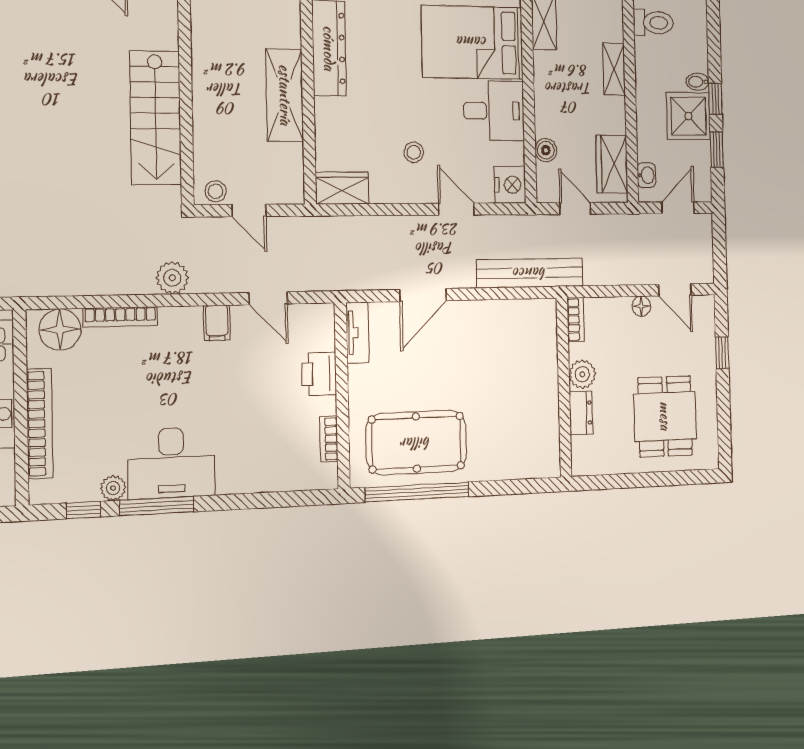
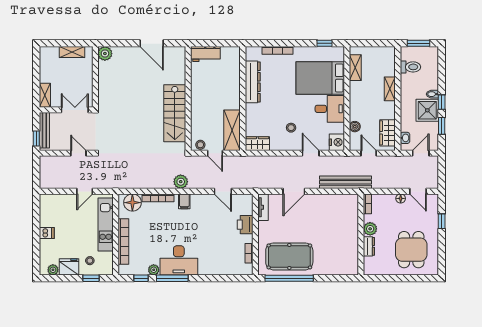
shelving: (285, 95) -> (232, 130), moved
filing cabinet: (217, 323) -> (184, 201), moved

